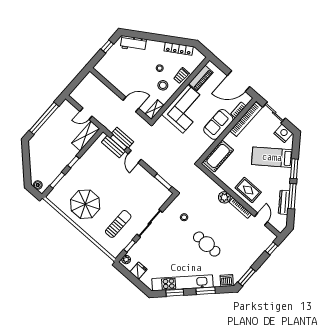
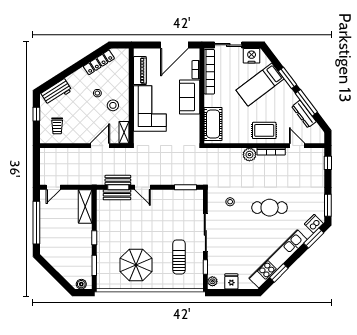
trolley: (181, 76) -> (57, 126), moved
door: (86, 114) -> (53, 187), moved
window: (206, 291) -> (314, 238), moved

